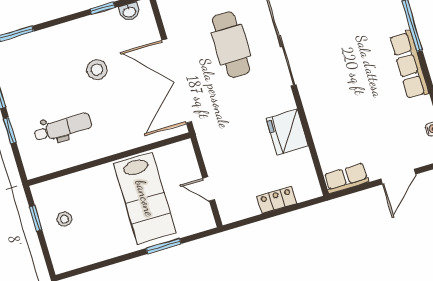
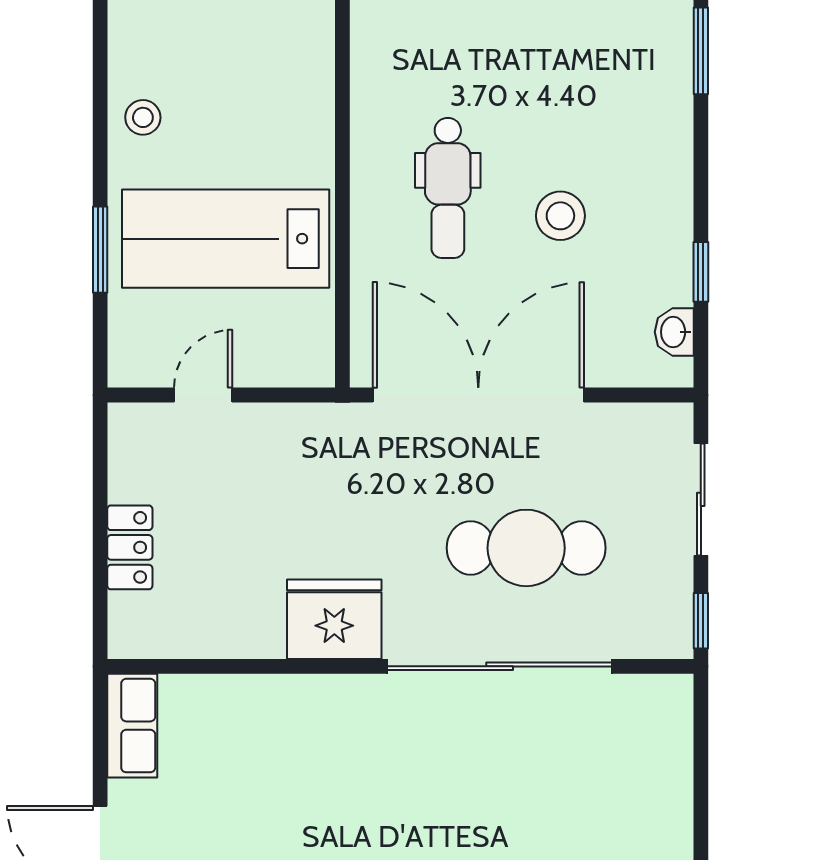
dental chair: (63, 128) -> (448, 188), moved
fridge: (287, 132) -> (334, 619), moved
stool: (64, 219) -> (143, 117), moved

